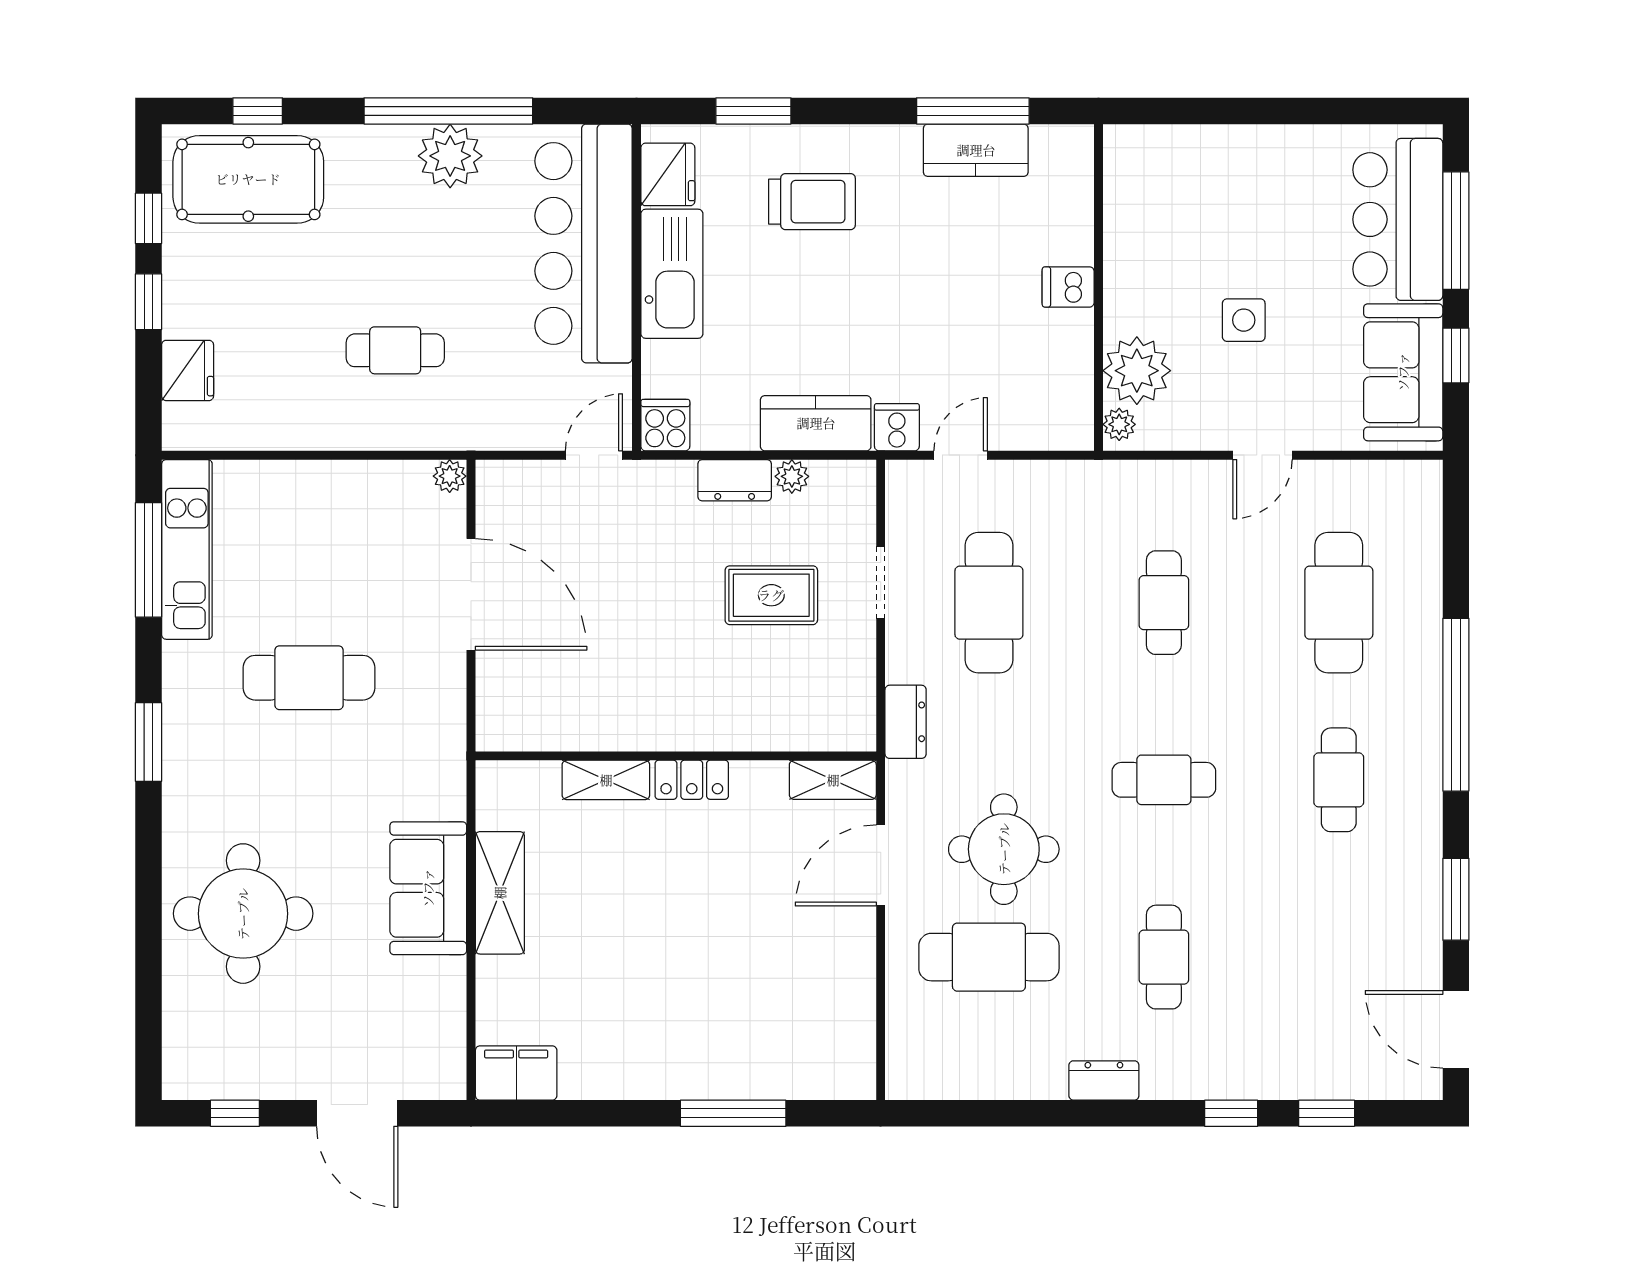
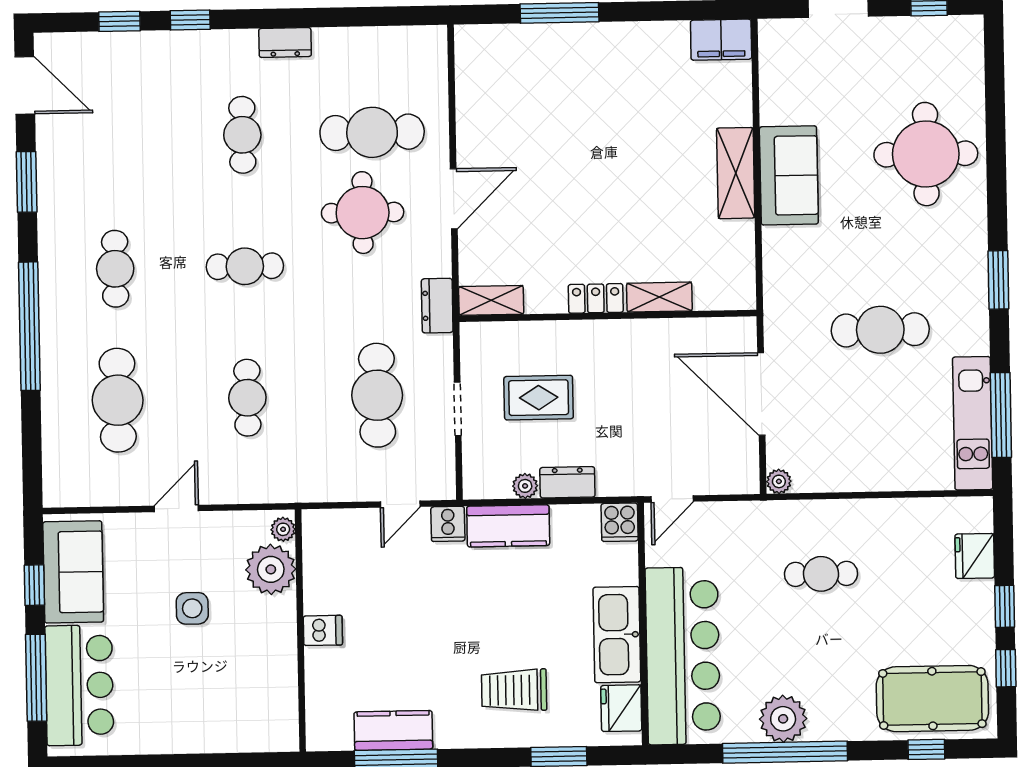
wall: (676, 756) -> (608, 316), moved
shelving: (606, 780) -> (659, 297), moved
locker: (692, 780) -> (596, 298), moved
shelving: (833, 780) -> (491, 300), moved

